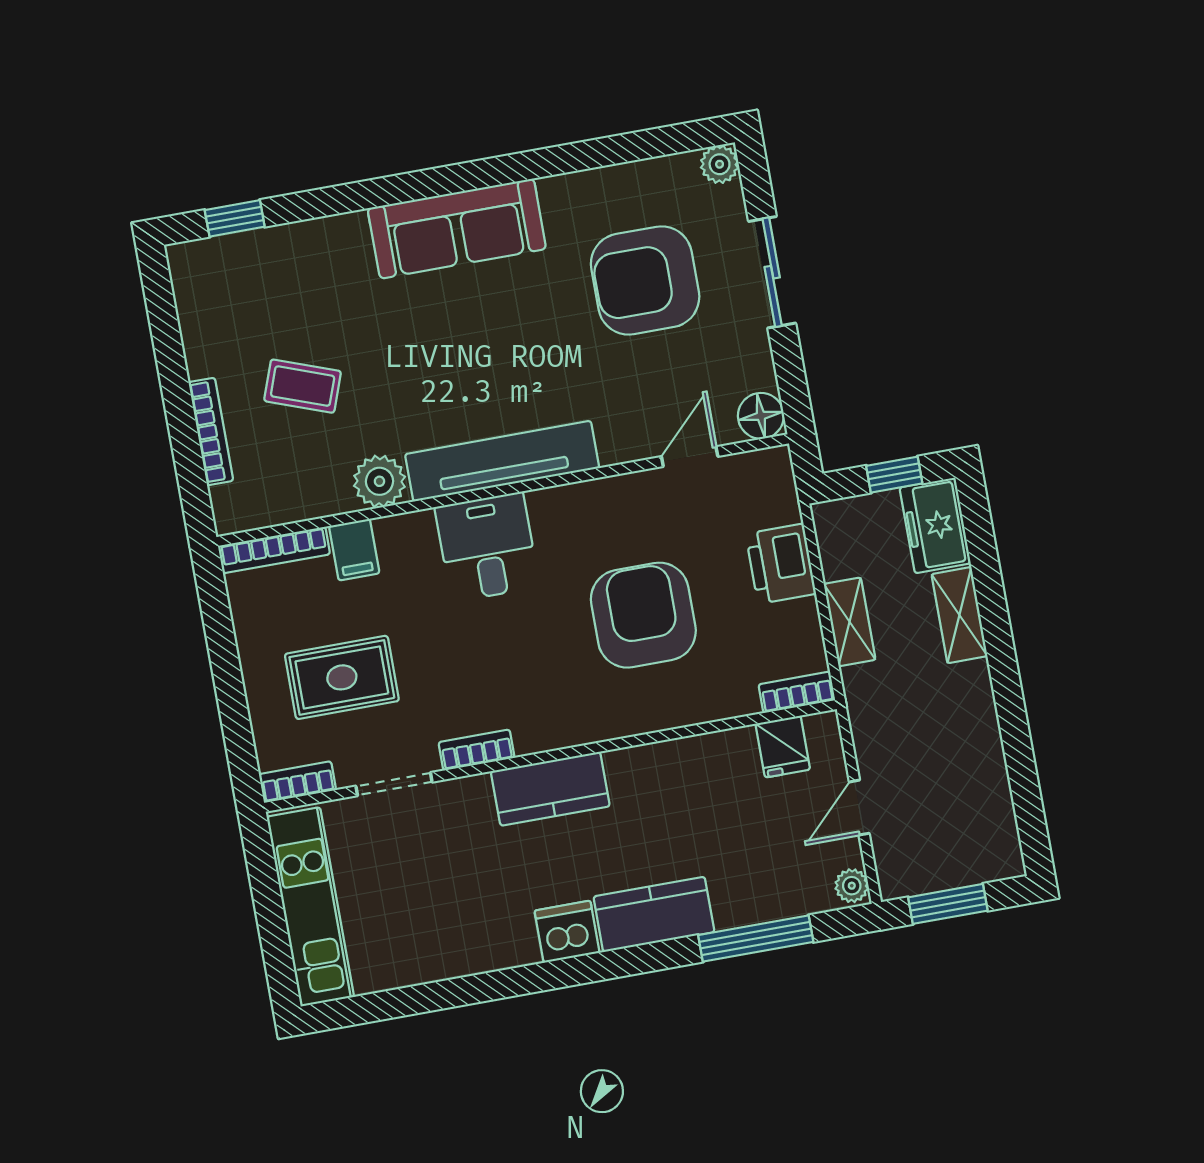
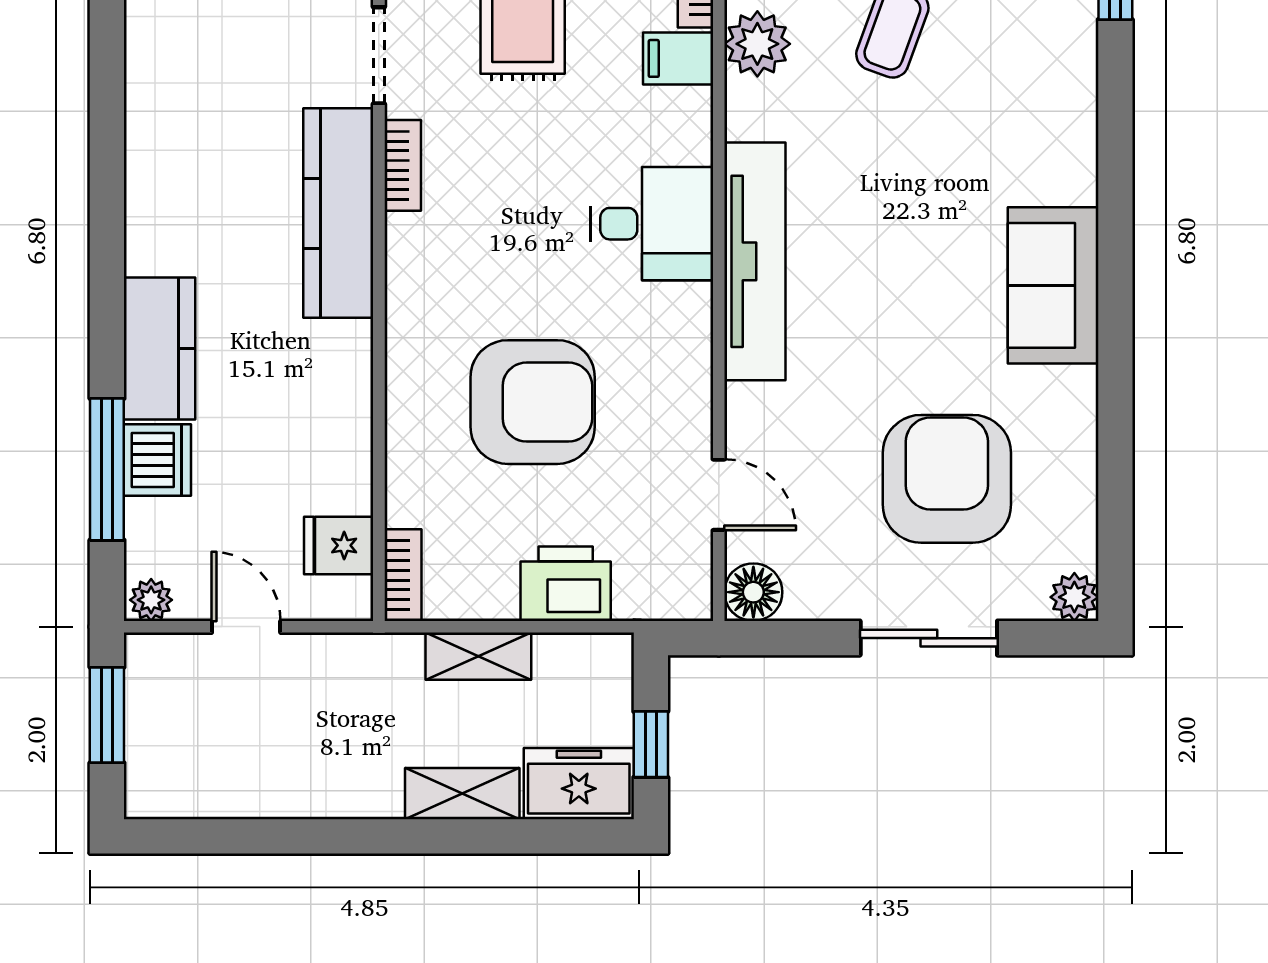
sofa: (457, 229) -> (1053, 285), width x0.73
plant: (379, 481) -> (757, 44), moved
kitchen counter: (550, 789) -> (338, 213), width x1.50
dishwasher: (567, 932) -> (157, 460), moved

